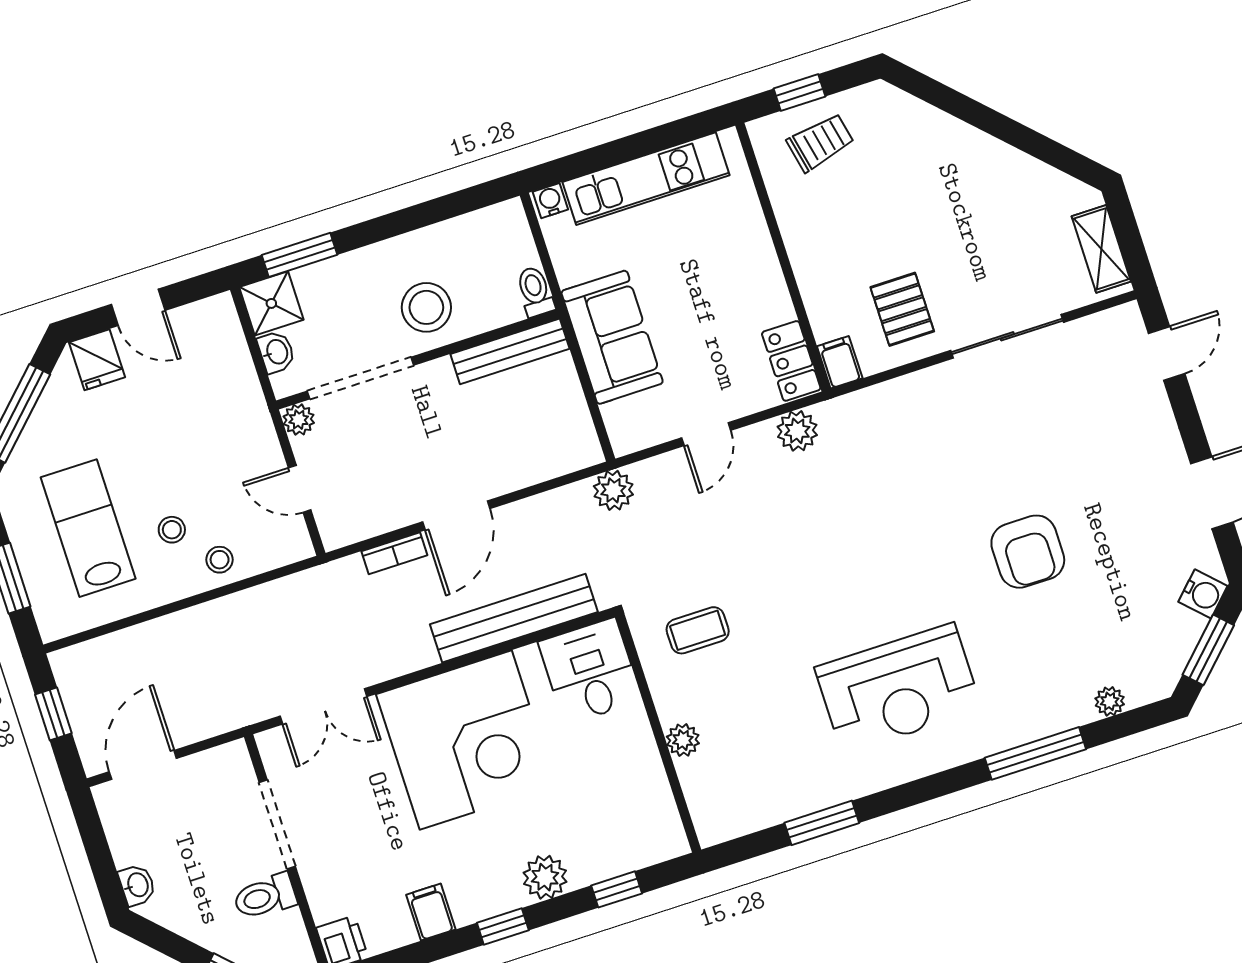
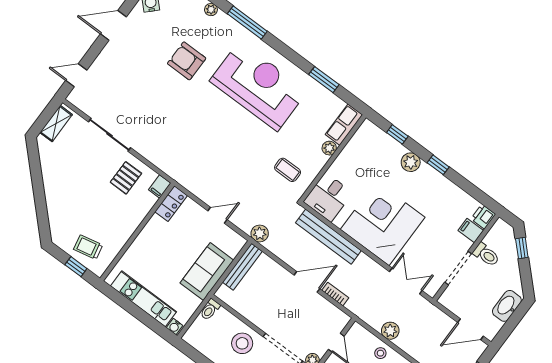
bench: (510, 351) -> (242, 267), moved, turned 90
plant: (797, 431) -> (390, 331), moved
armchair: (1028, 552) -> (187, 61), moved, turned -90
reception desk: (898, 688) -> (258, 86), width x1.36, depth x1.30
row of seats: (708, 800) -> (344, 125), added
washbasin: (137, 885) -> (507, 306), width x1.91, depth x1.45
filing cabinet: (431, 912) -> (471, 230), moved, turned 90

